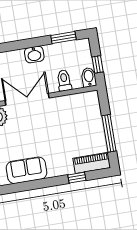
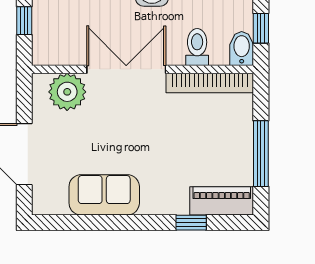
bookcase: (74, 99) -> (210, 83), added

